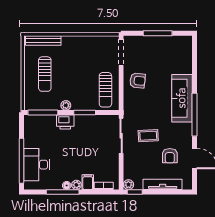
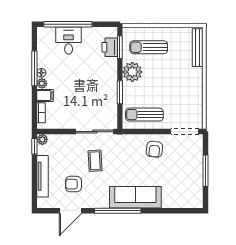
sun lounger: (45, 74) -> (149, 47), moved
plant: (66, 105) -> (132, 72), width x1.88, depth x1.88
window: (43, 113) -> (120, 47), width x0.69
printer: (65, 122) -> (110, 47), moved
desk: (37, 165) -> (69, 40), width x0.73

